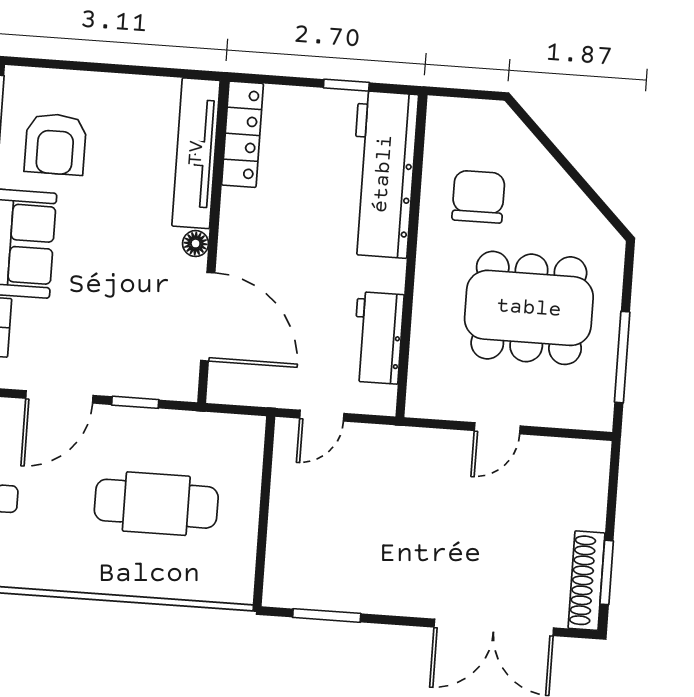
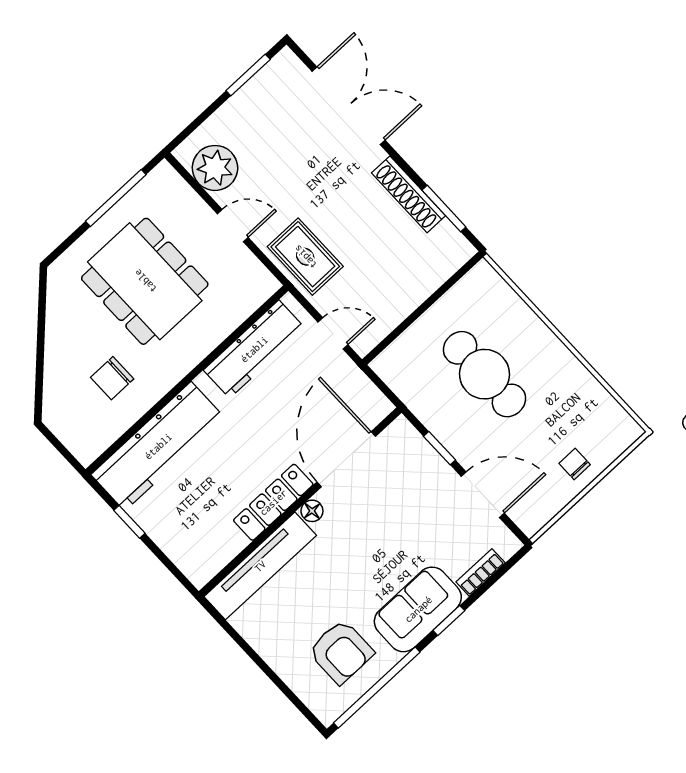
locker: (243, 134) -> (273, 502), moved
armchair: (55, 144) -> (341, 652), turned 90
chair: (478, 197) -> (112, 378), width x0.73, depth x0.73
workbench: (378, 338) -> (254, 349), width x1.38
rug: (409, 460) -> (305, 257), added
plant: (560, 464) -> (215, 168), added
shoe rack: (587, 581) -> (409, 194), moved, turned 90

